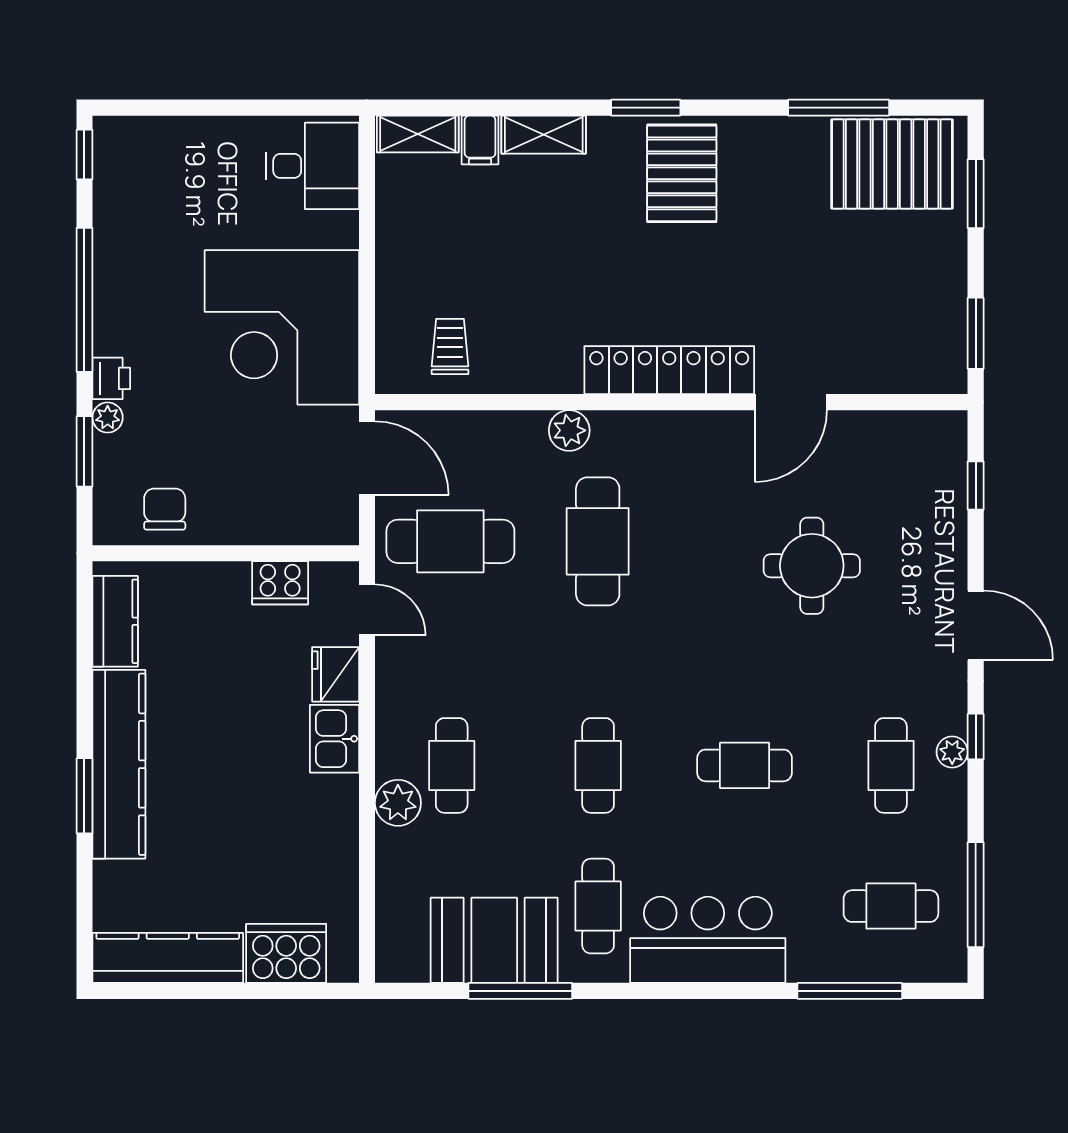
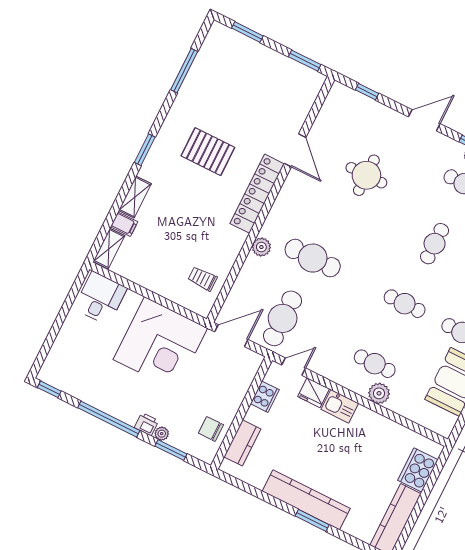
pallet: (892, 164) -> (218, 60), removed
pallet: (682, 173) -> (208, 152), moved
kitchen counter: (115, 621) -> (242, 443), moved, turned 90

